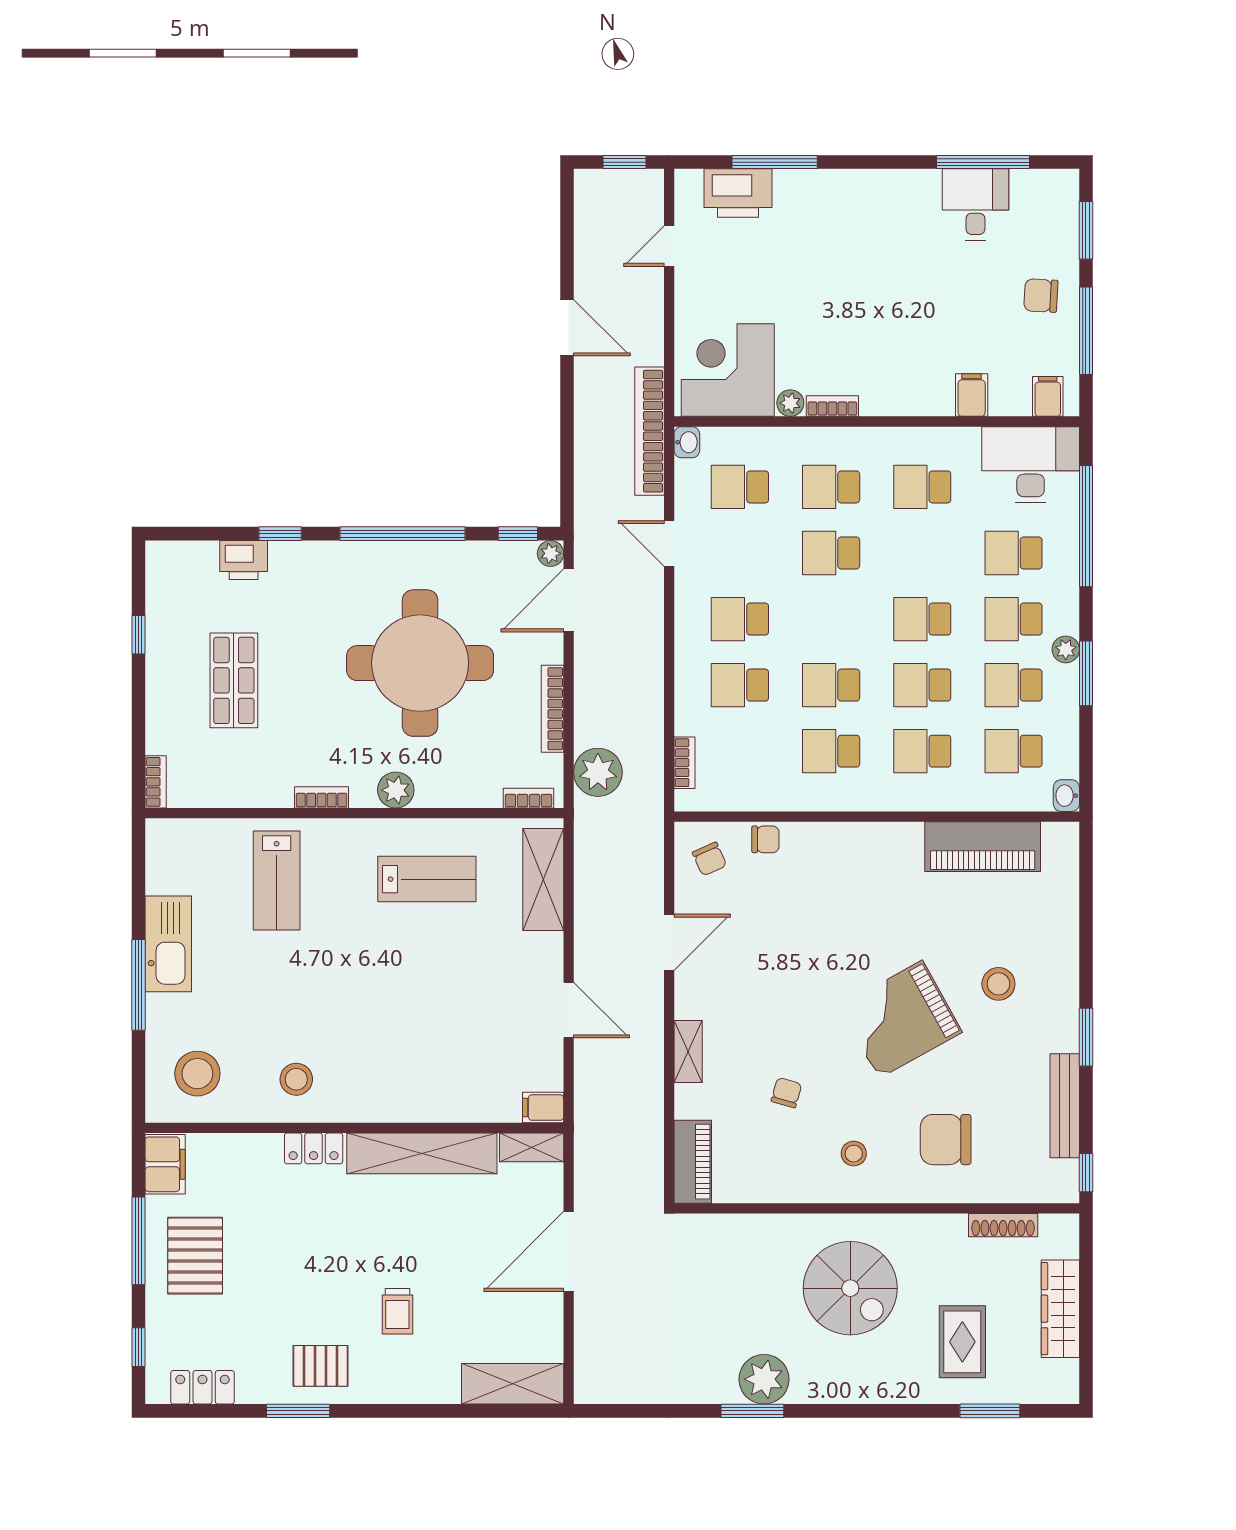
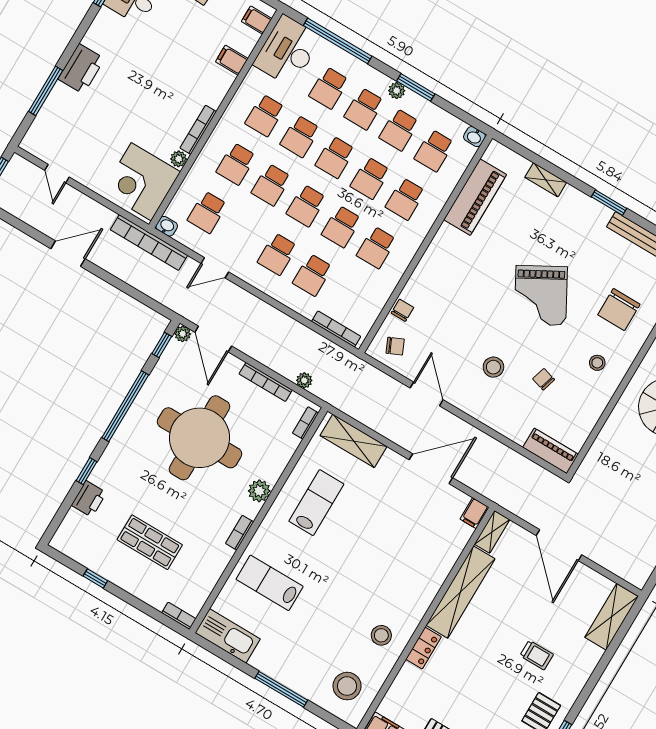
printer: (738, 193) -> (81, 69), moved
bookcase: (832, 406) -> (198, 130), width x1.56
school desk: (922, 553) -> (300, 136), added
school desk: (831, 619) -> (306, 206), added
bookcase: (684, 763) -> (336, 329), width x1.56
plant: (598, 772) -> (304, 380), width x0.53, depth x0.53
lab bench: (277, 880) -> (270, 583), turned 180
kitchen sink: (168, 944) -> (228, 636), moved
stool: (998, 984) -> (493, 367), moved
door: (569, 1010) -> (431, 469), width x1.36
shelving: (688, 1051) -> (546, 180), moved

